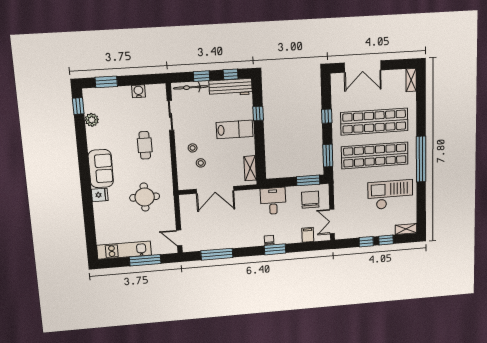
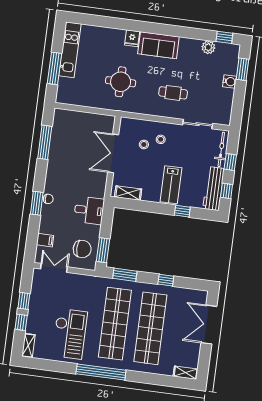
water cooler: (139, 91) -> (230, 81), moved
door: (179, 238) -> (71, 107), removed

